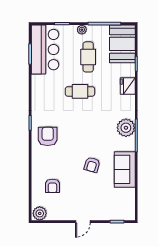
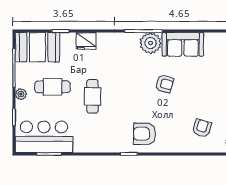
plant: (126, 128) -> (150, 43), moved
armchair: (92, 165) -> (165, 84), moved
armchair: (52, 186) -> (202, 128), turned -73

